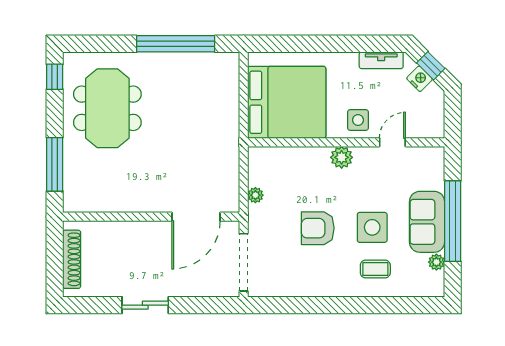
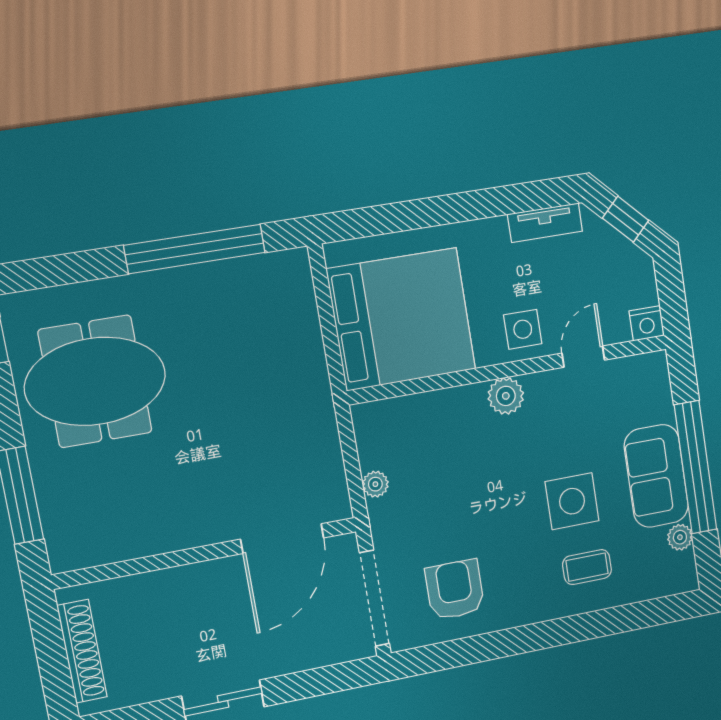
nightstand: (420, 79) -> (647, 323), moved, turned 135
meeting table: (107, 108) -> (95, 381), turned 90
armchair: (318, 228) -> (455, 590), moved, turned 90

